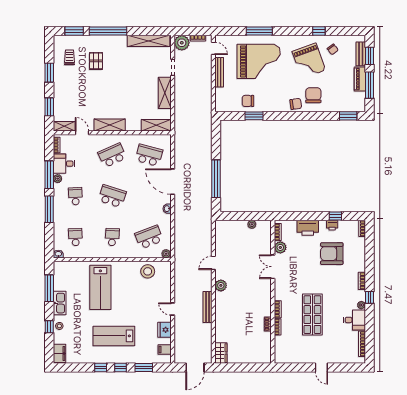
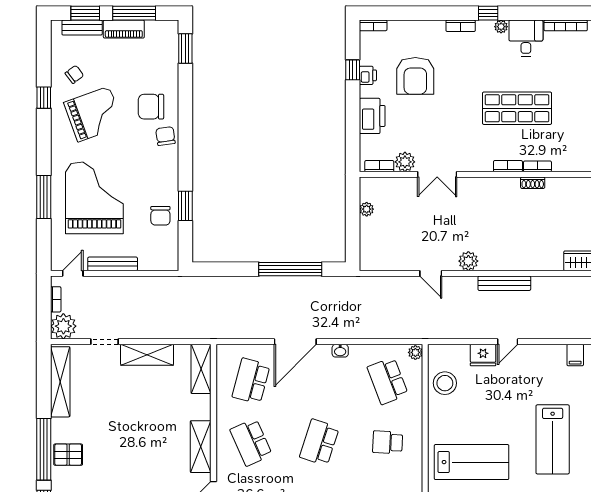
pallet: (96, 61) -> (68, 455), moved
fridge: (164, 330) -> (483, 355), moved

